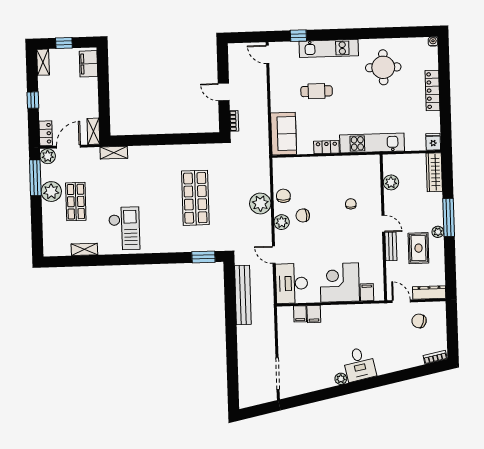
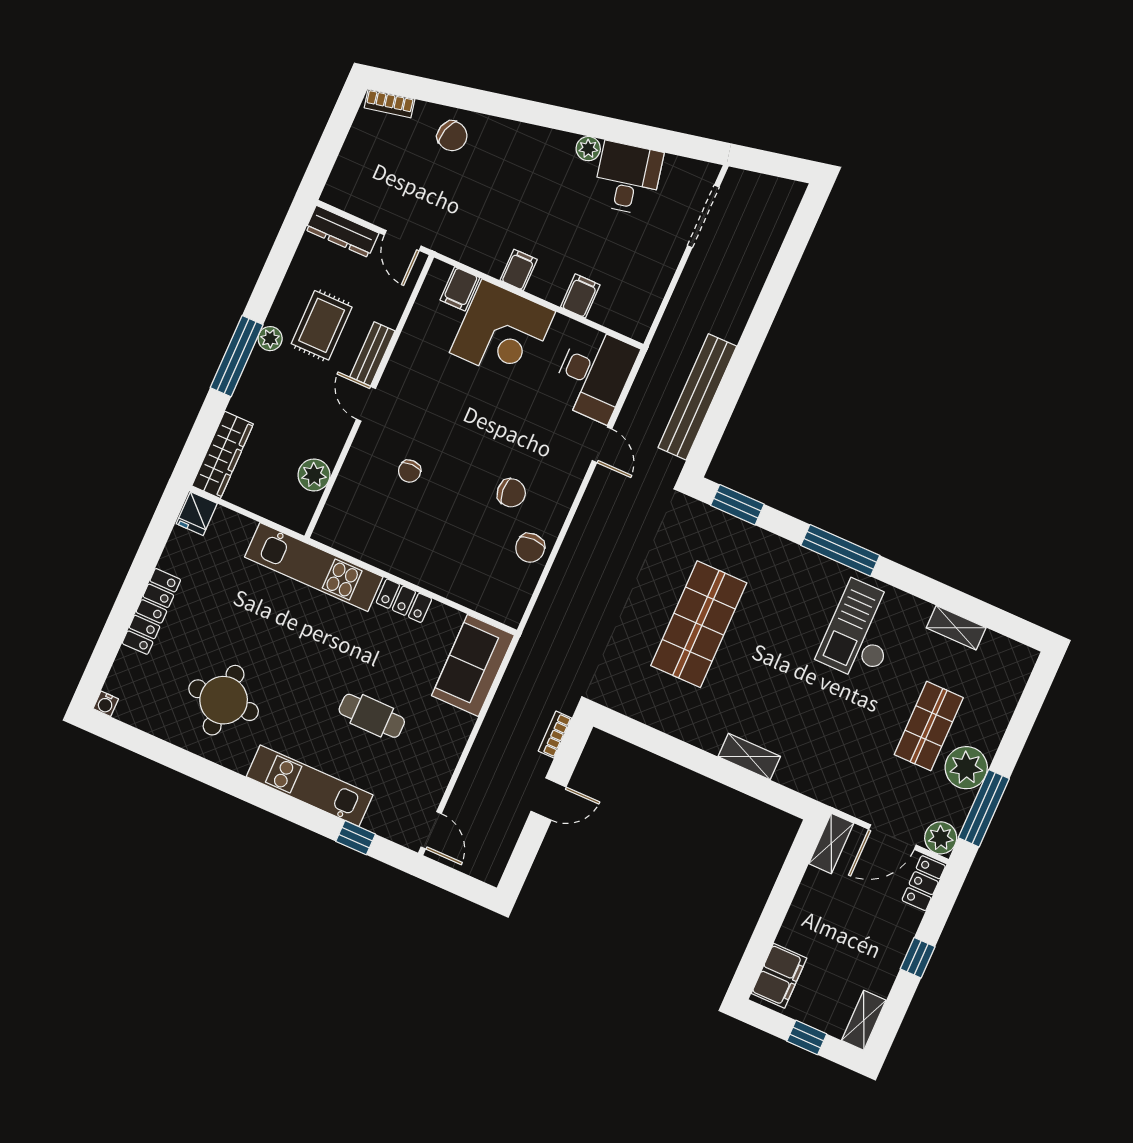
door: (224, 92) -> (549, 799), hinge flipped
shelving: (114, 153) -> (749, 756), moved
plant: (260, 203) -> (581, 554), removed
plant: (282, 222) -> (557, 499), removed
window: (150, 259) -> (840, 550), added
filing cabinet: (300, 314) -> (519, 270), moved
chair: (419, 321) -> (452, 136), moved
desk: (359, 364) -> (628, 178), moved

